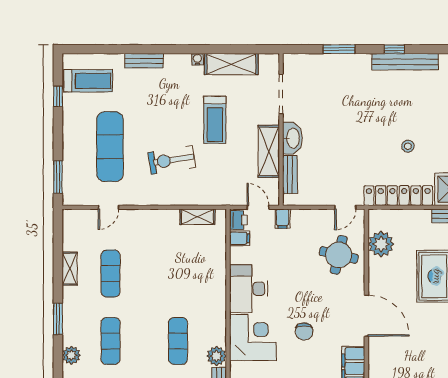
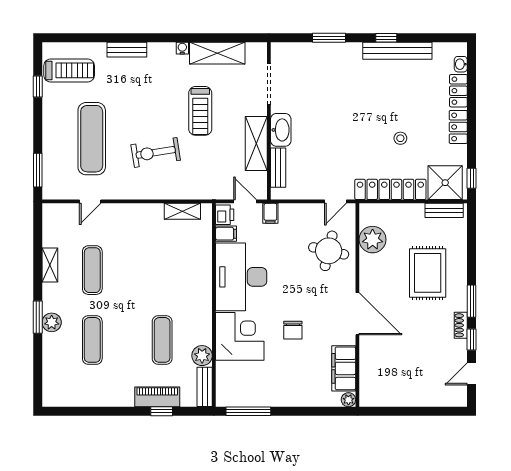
desk: (249, 289) -> (241, 277), width x1.36, depth x1.30
plant: (71, 355) -> (52, 322), moved

